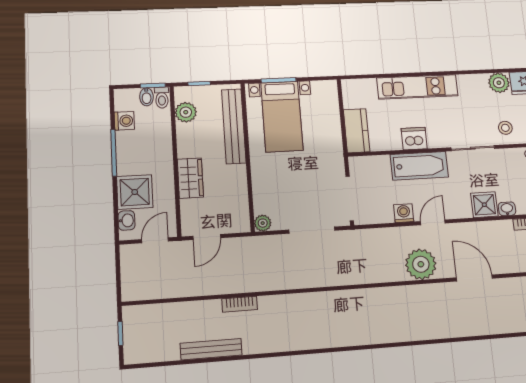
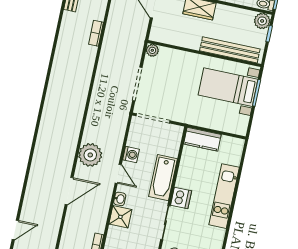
plant: (186, 112) -> (262, 21), moved
dishwasher: (414, 139) -> (181, 198), moved
washbasin: (507, 209) -> (120, 199), moved
bookcase: (240, 304) -> (96, 33), moved

